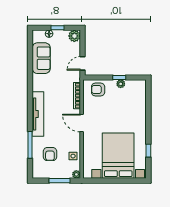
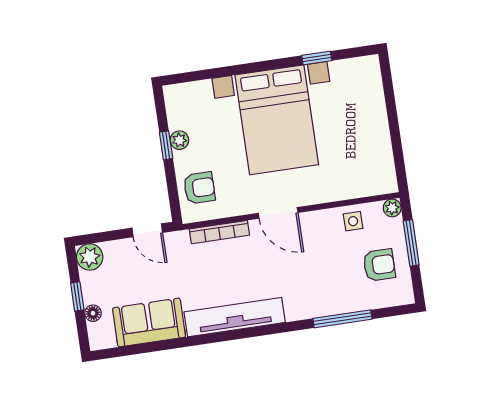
armchair: (98, 90) -> (199, 188), turned -90
tv unit: (38, 114) -> (235, 317), moved
door: (82, 123) -> (278, 213), hinge flipped
armchair: (50, 154) -> (379, 265), moved
bed with nightstands: (118, 156) -> (277, 120), moved, turned -90

